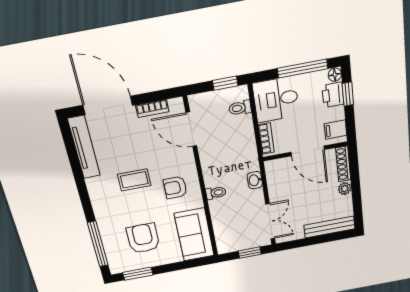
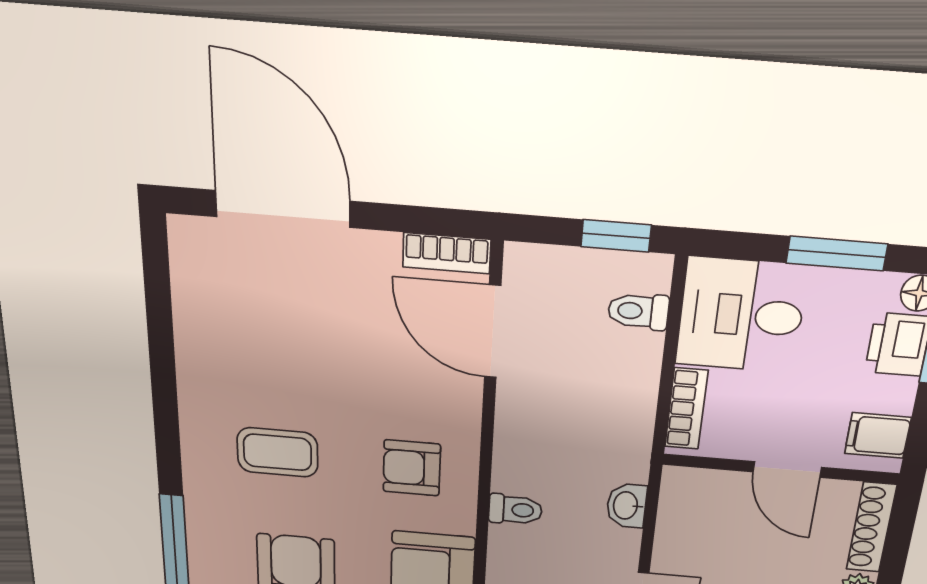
window: (303, 69) -> (837, 254), width x0.69
bookcase: (152, 109) -> (447, 253), moved
tv unit: (84, 147) -> (194, 301), removed
door: (308, 151) -> (787, 470), width x0.73
coffee table: (134, 180) -> (277, 452), moved

